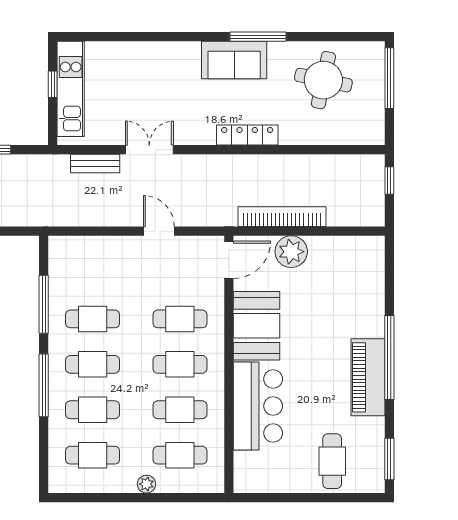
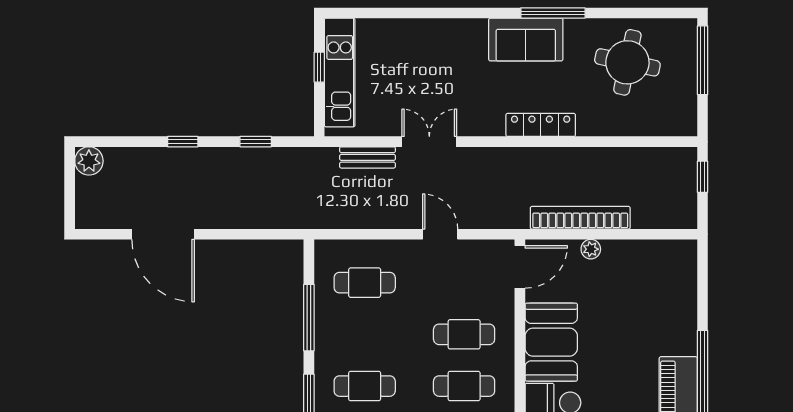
plant: (291, 252) -> (591, 249), width x0.53, depth x0.53
cafe table: (93, 319) -> (365, 283), moved

